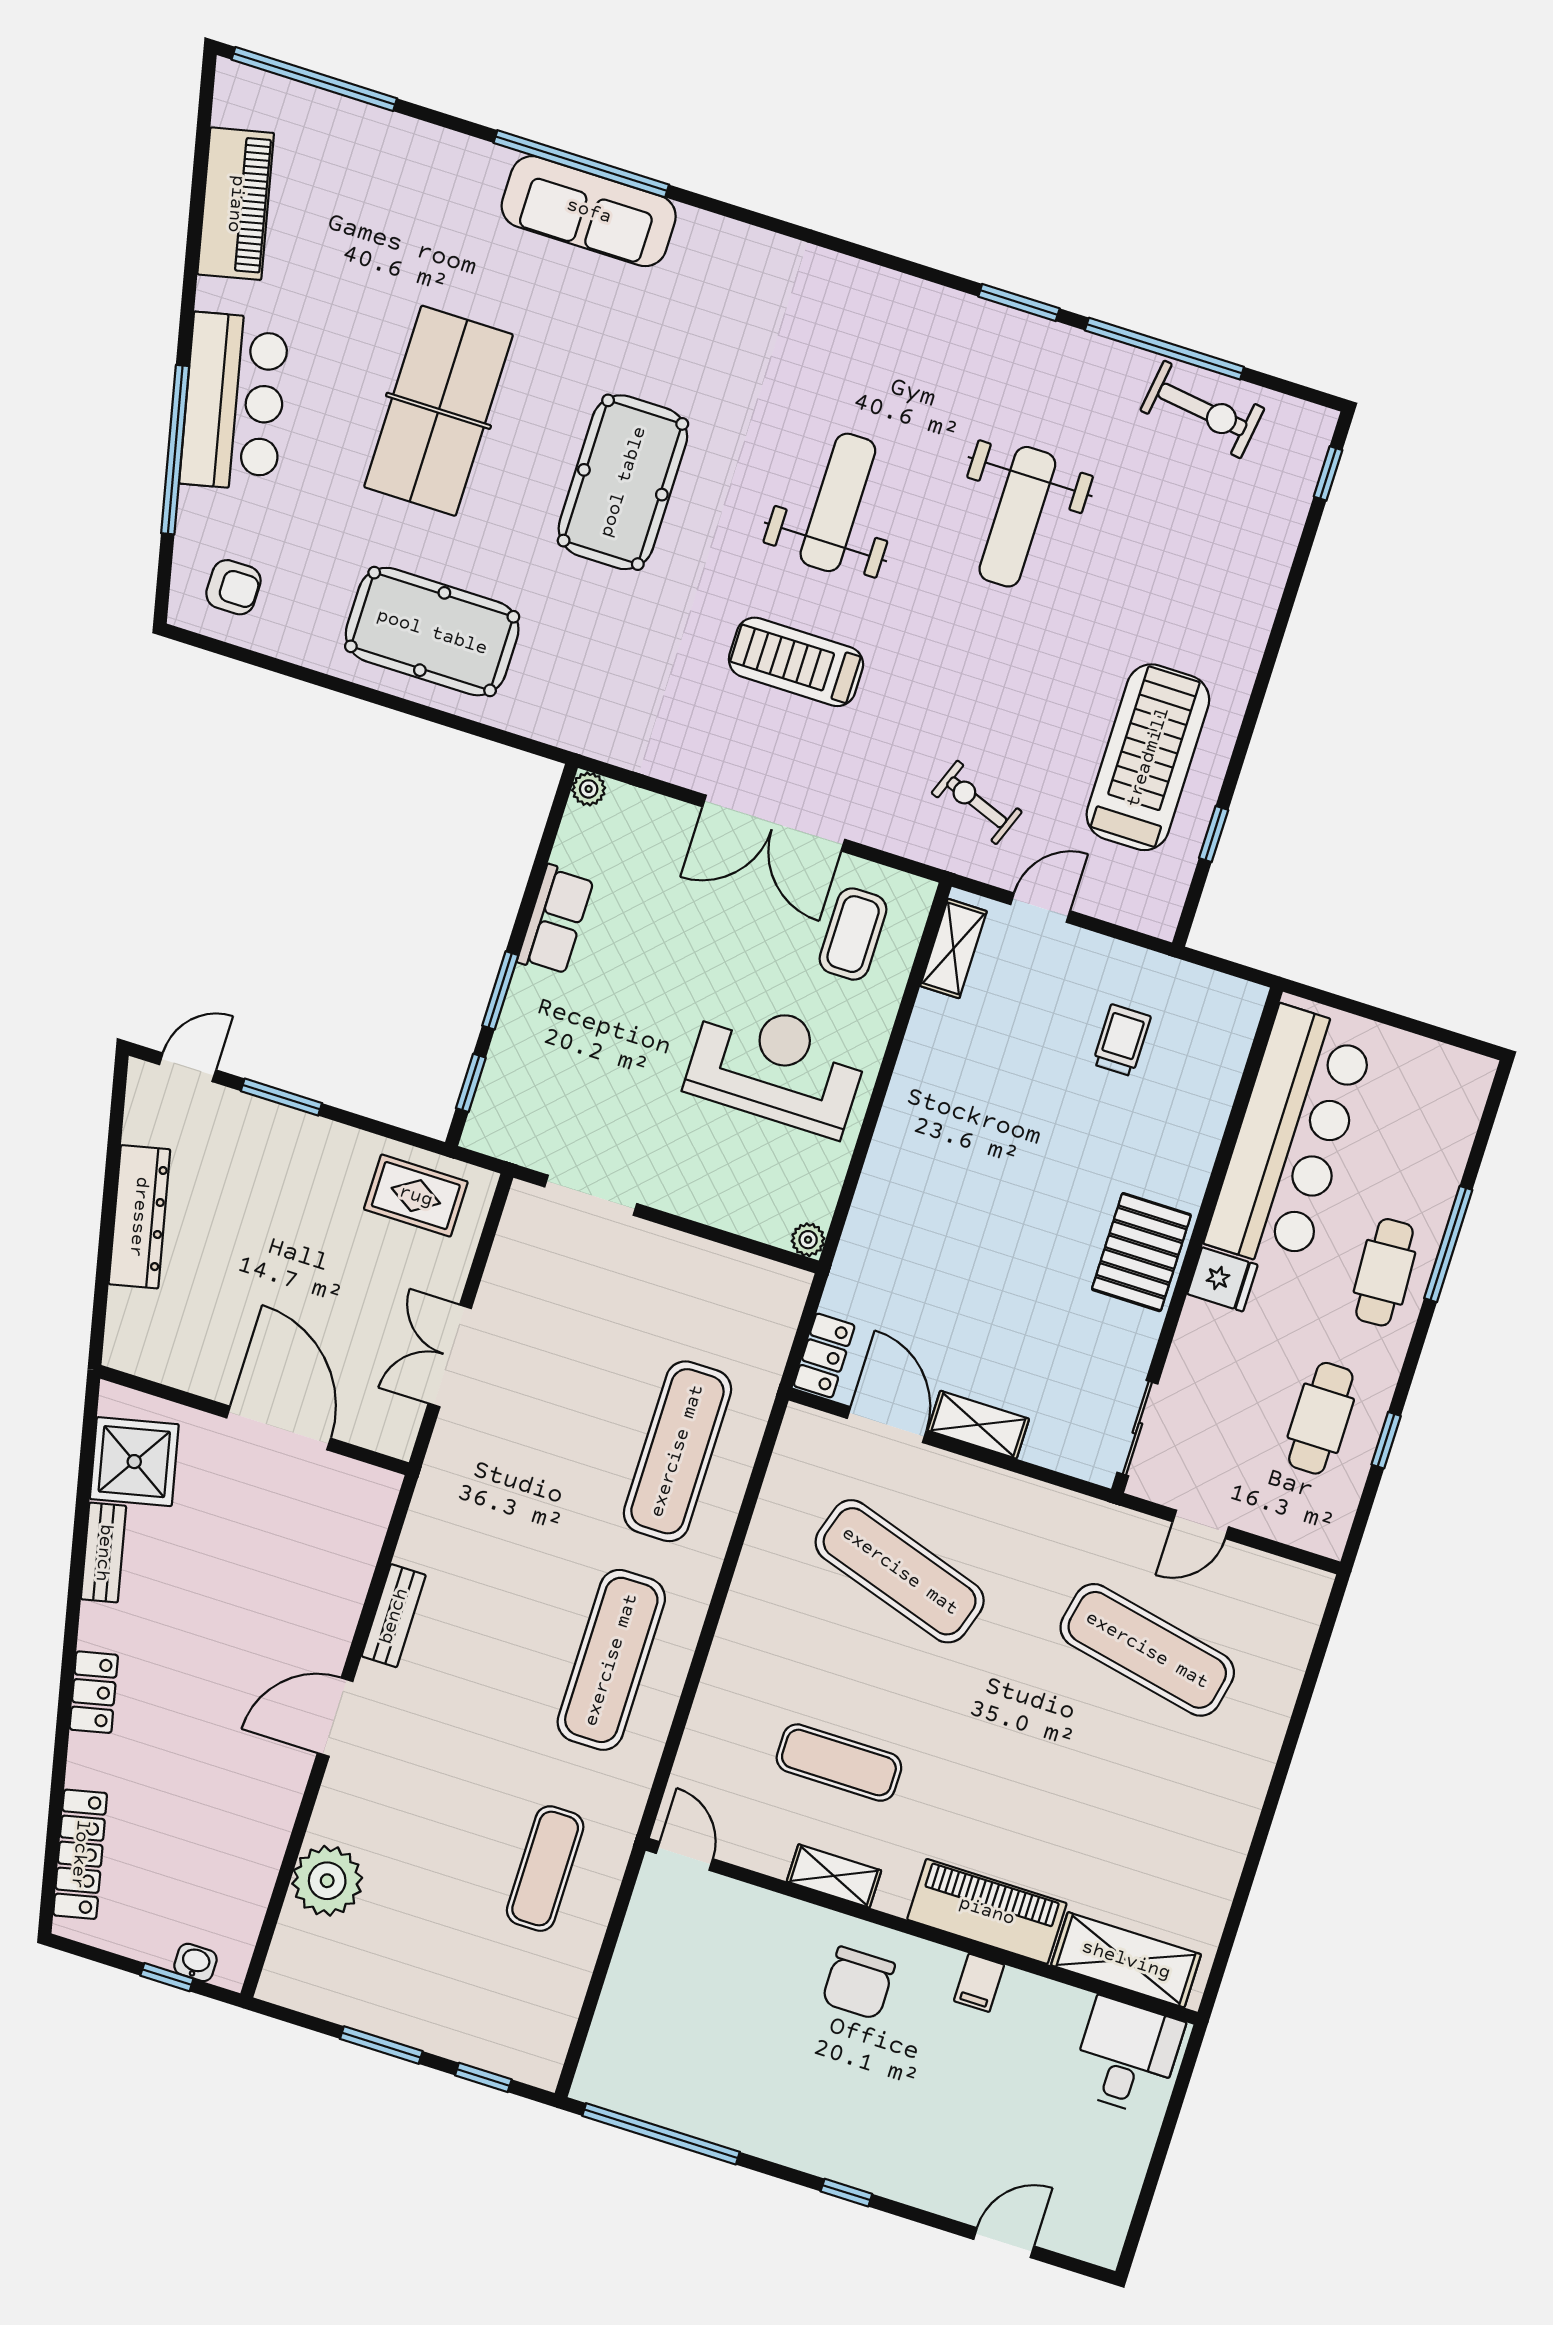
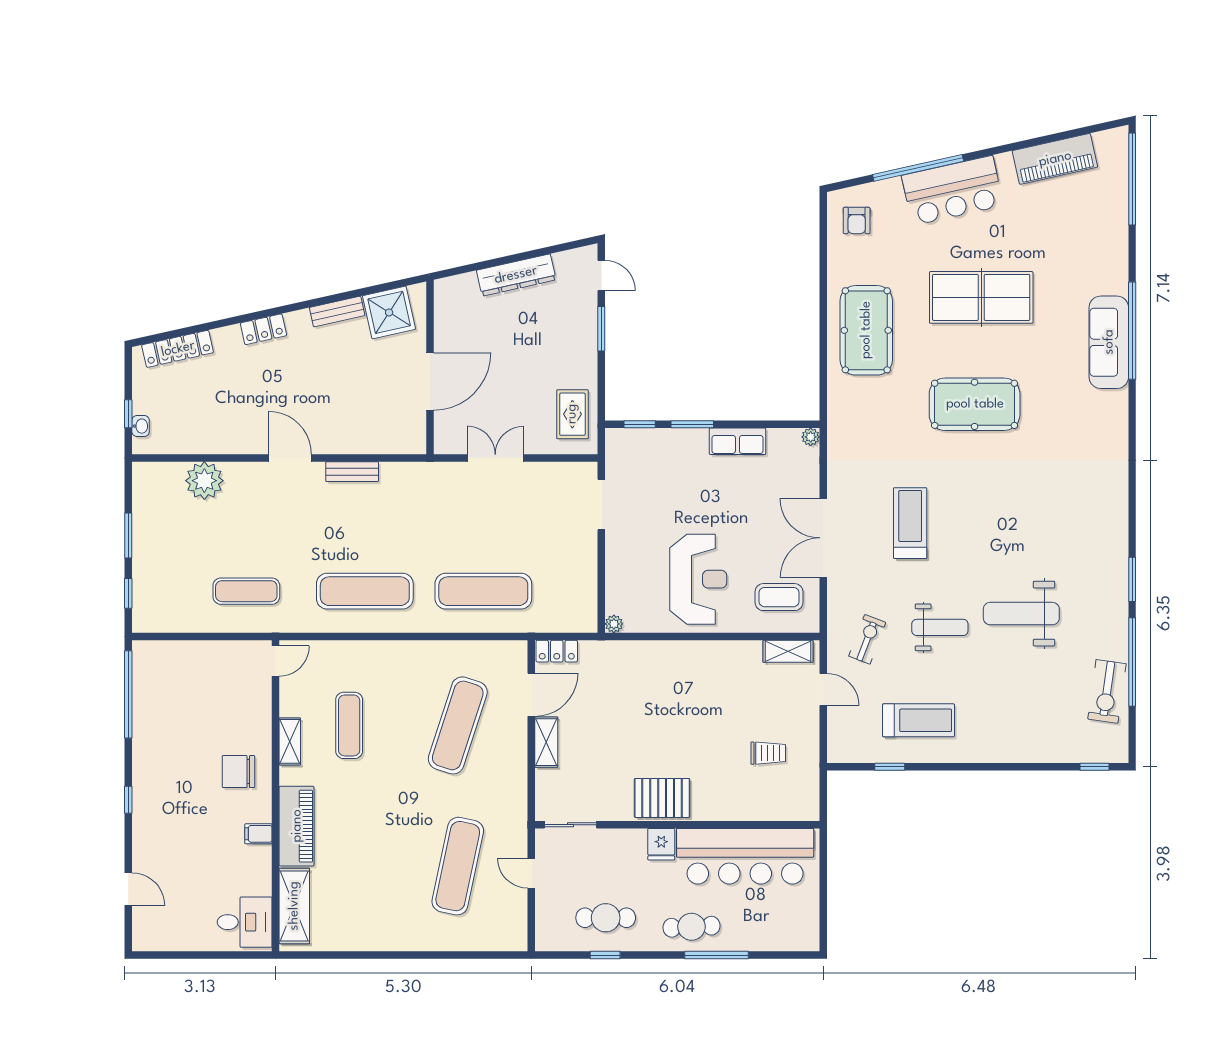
weight bench: (838, 502) -> (940, 627), moved, width x0.73, depth x0.75
treadmill: (1148, 757) -> (919, 720), width x0.73, depth x0.73

